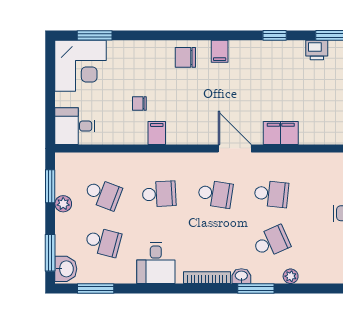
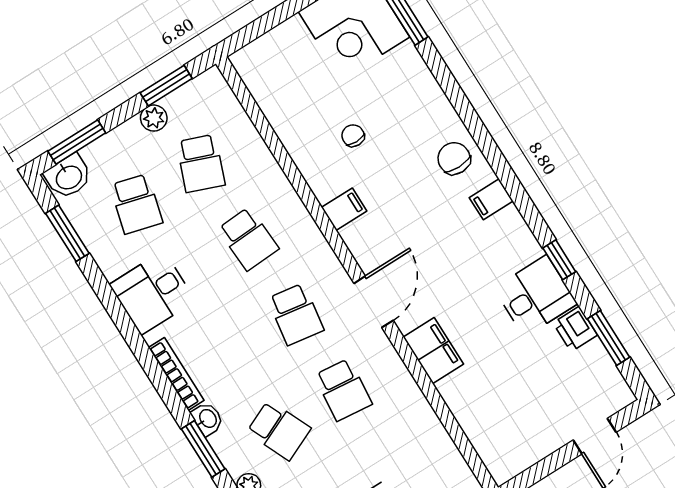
desk: (75, 126) -> (535, 296), moved, turned 90
filing cabinet: (157, 133) -> (344, 209), moved

